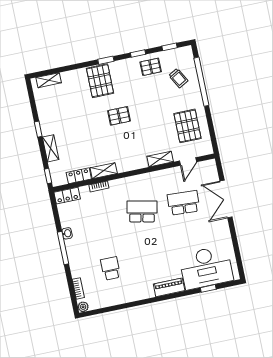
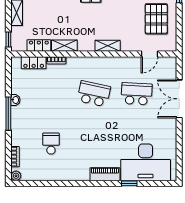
shelving: (160, 159) -> (108, 46), moved
locker: (67, 196) -> (34, 63), moved
window: (208, 288) -> (129, 183), moved

